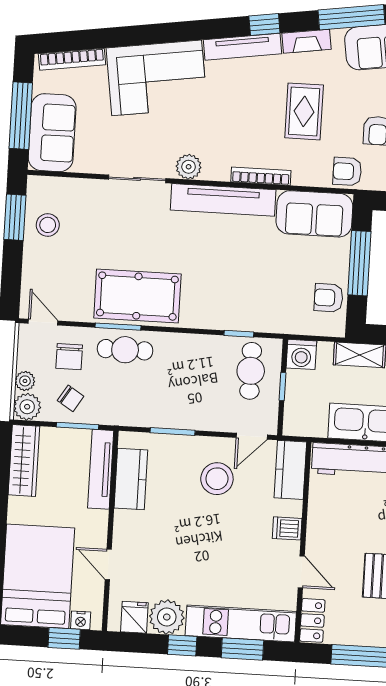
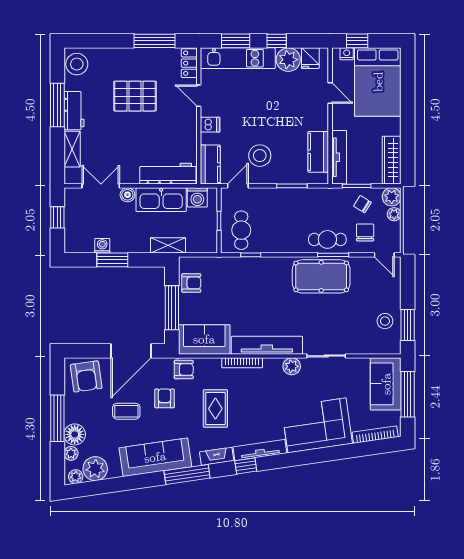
washing machine: (301, 354) -> (197, 197), moved, turned 180

